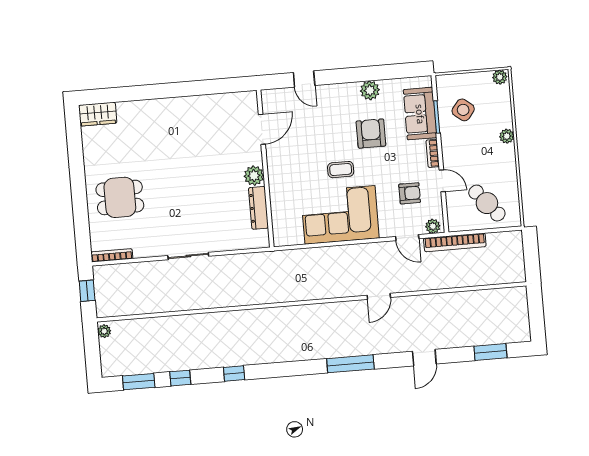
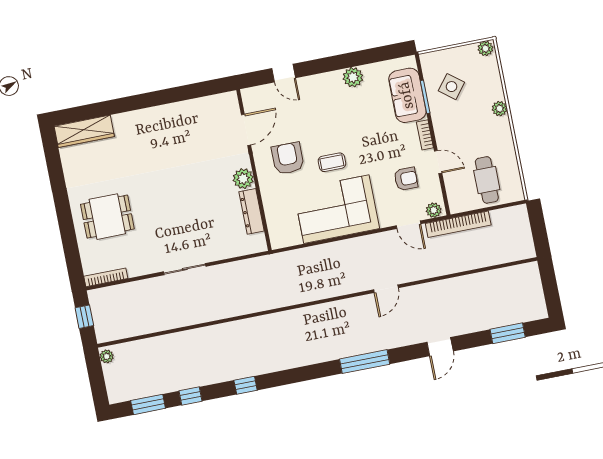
wardrobe: (98, 114) -> (84, 131), width x1.50
armchair: (371, 134) -> (288, 158), moved
cafe table: (487, 203) -> (487, 180), turned 40

